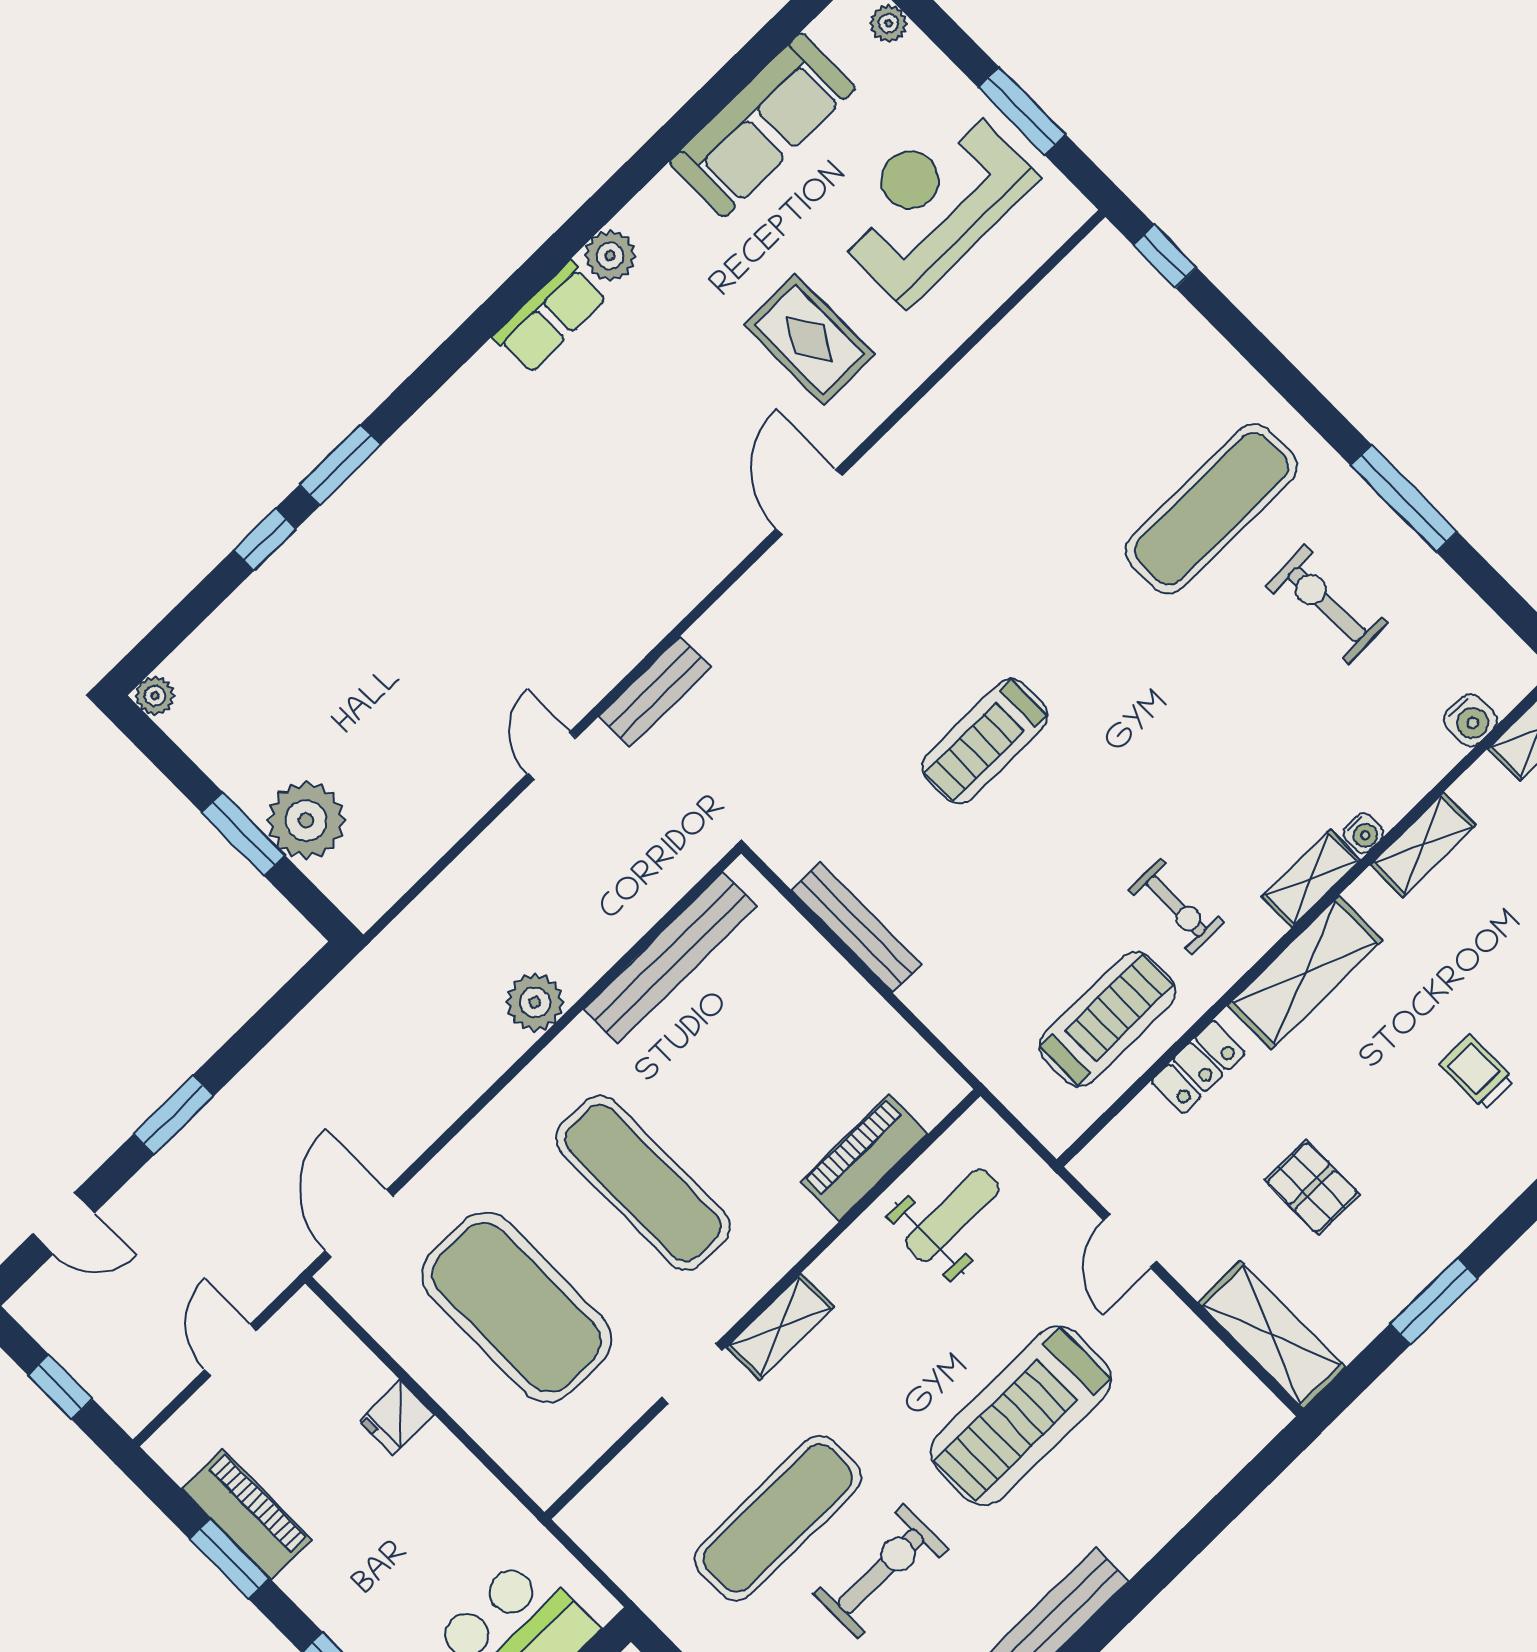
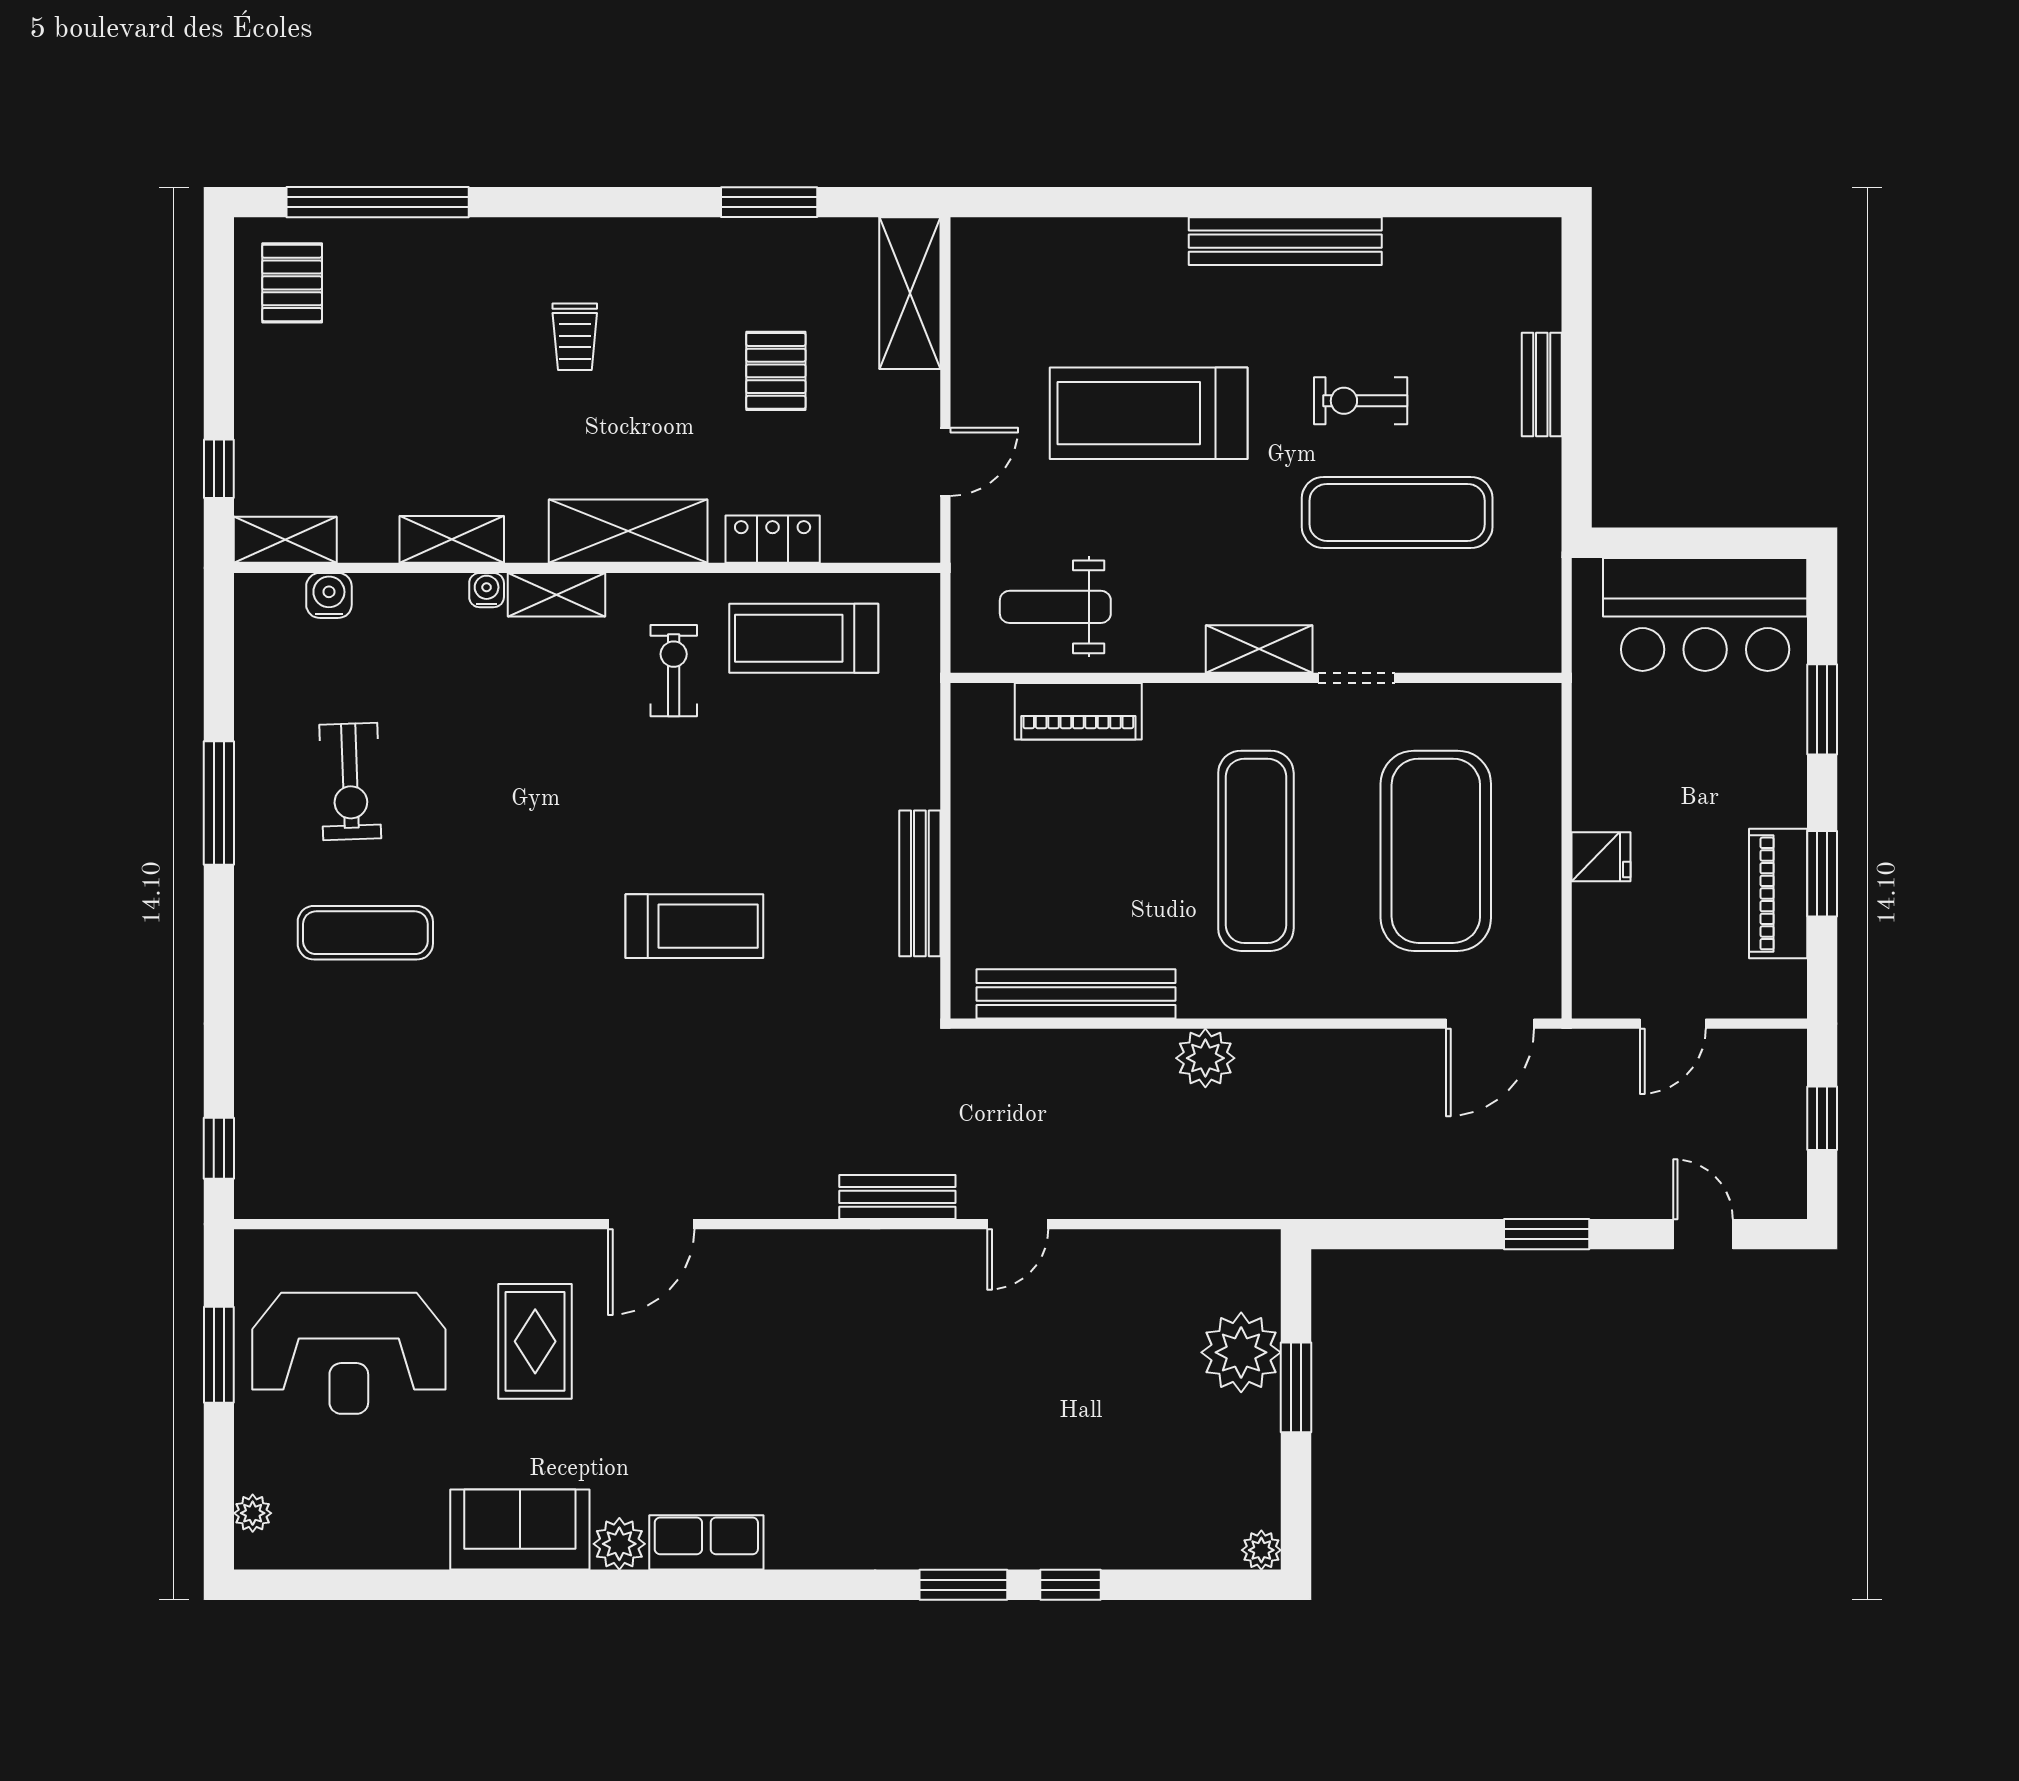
sofa: (762, 125) -> (520, 1530), moved, width x0.73
exercise mat: (1211, 509) -> (365, 933), width x0.73, depth x0.69
treadmill: (1021, 1416) -> (1149, 413), turned 180
exercise bike: (881, 1571) -> (1361, 401), width x0.73, depth x0.72

